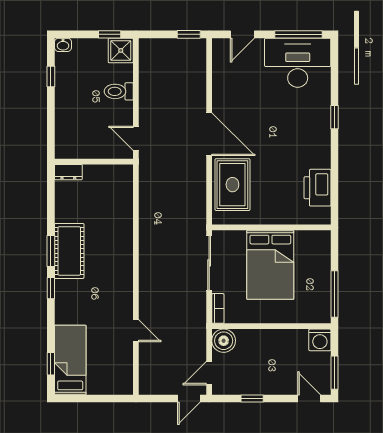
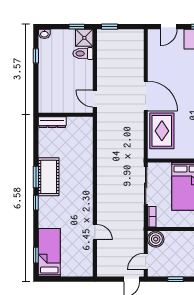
window: (189, 34) -> (109, 27), moved
toilet: (119, 91) -> (83, 54), moved
dresser: (68, 172) -> (52, 122), width x1.44

